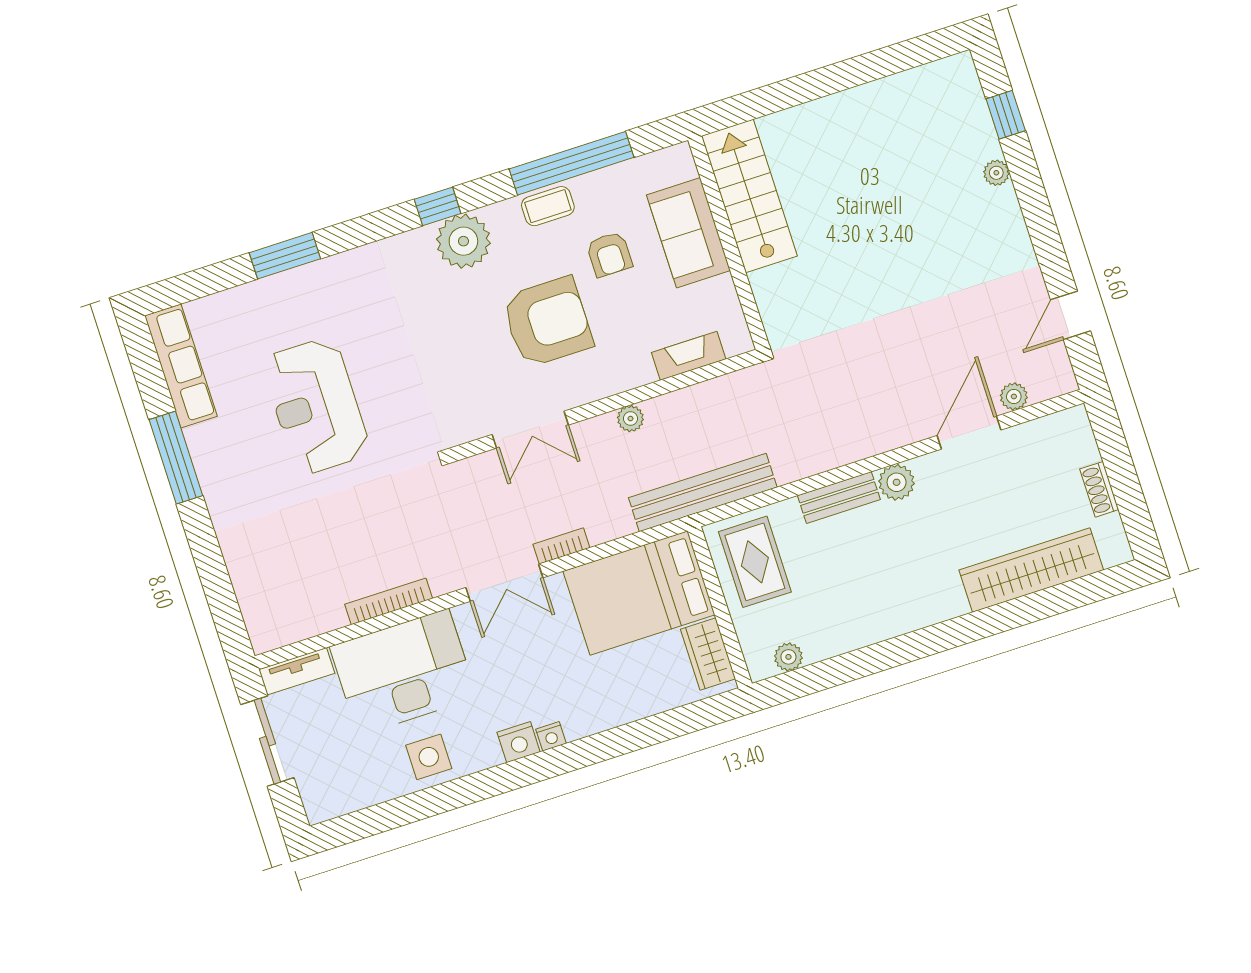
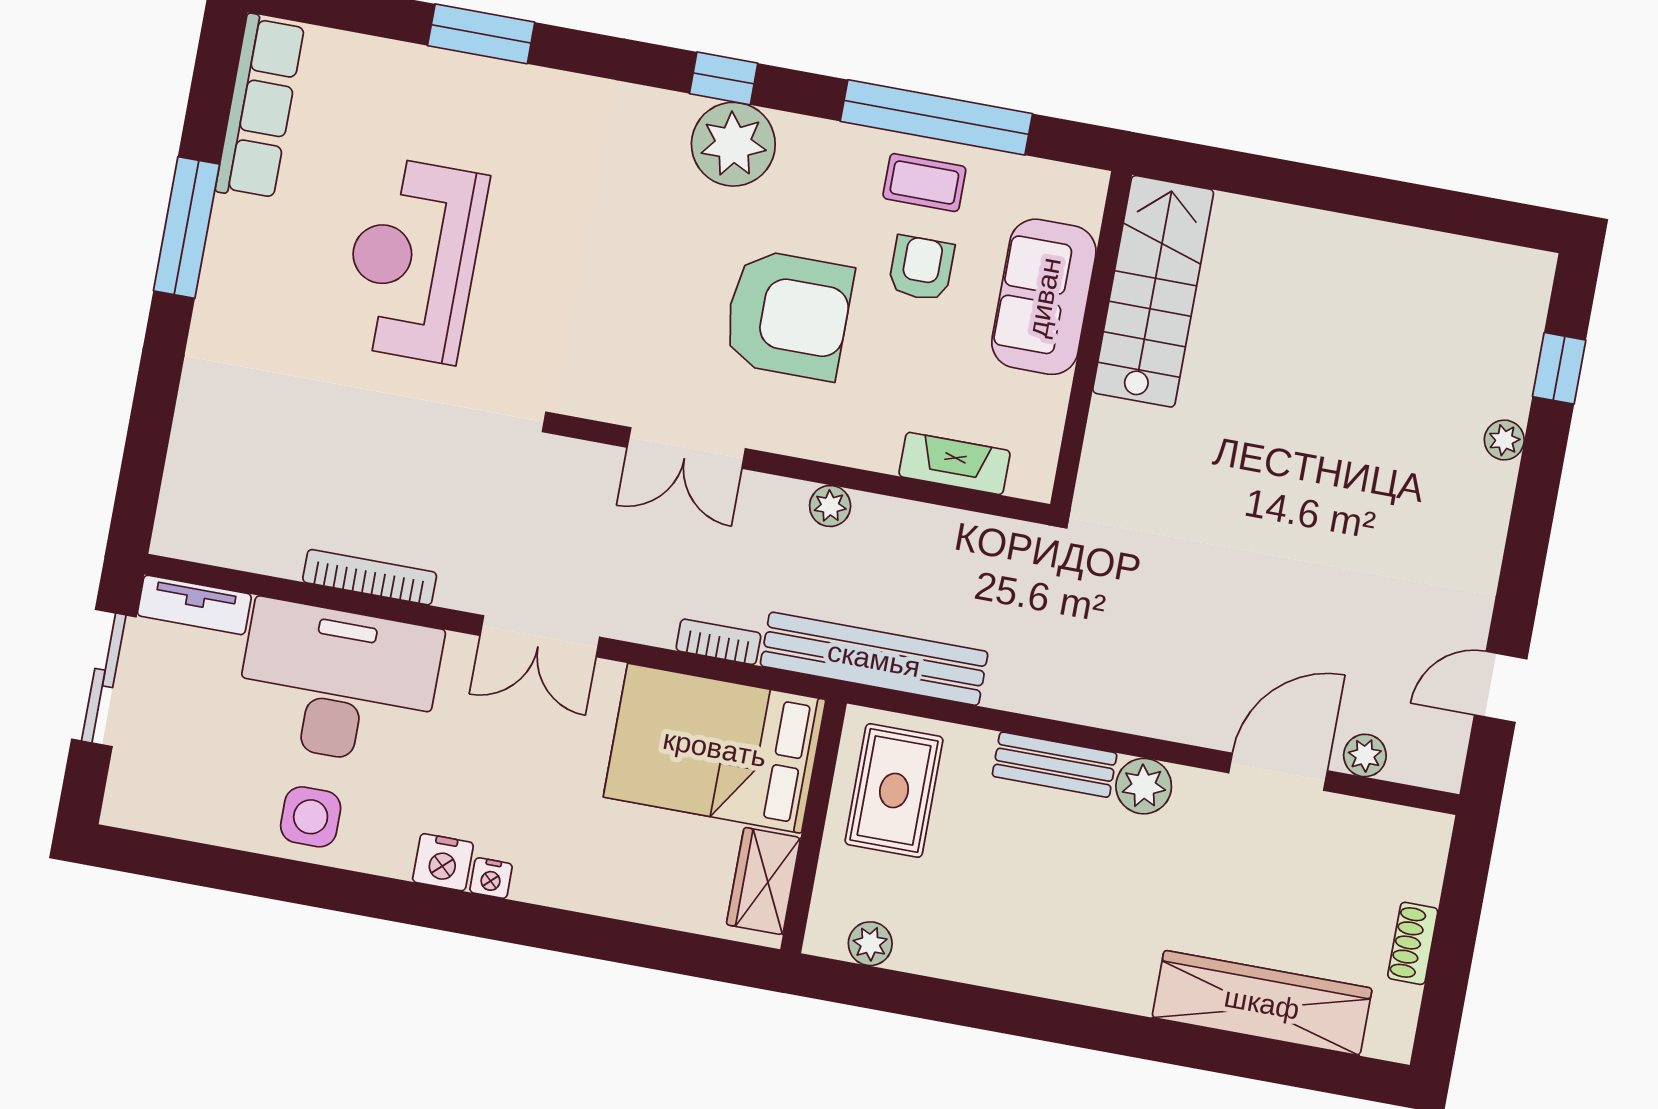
coffee table: (548, 206) -> (924, 183), moved
armchair: (609, 254) -> (921, 268), turned 180
bookcase: (561, 546) -> (718, 642), moved

